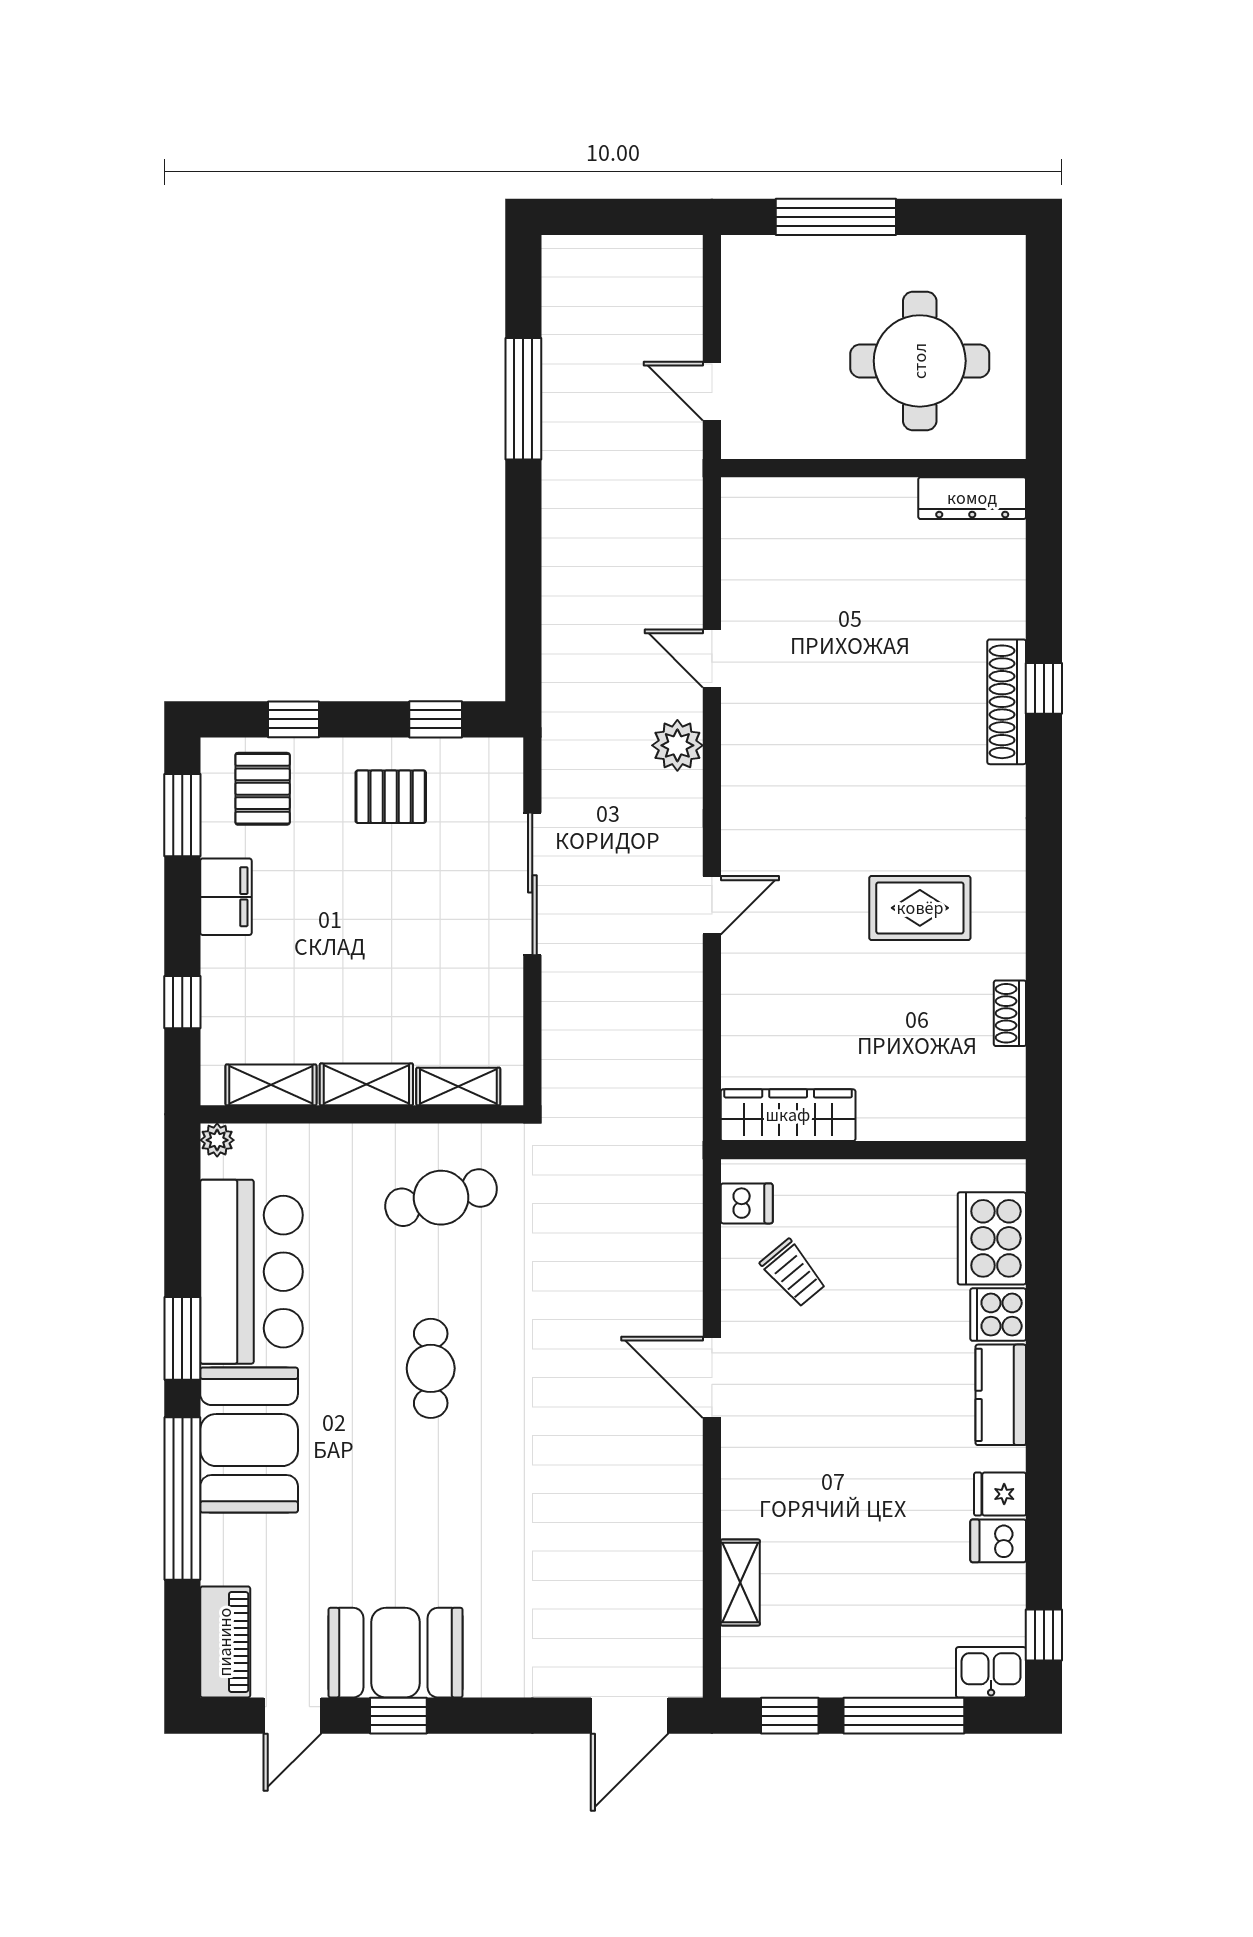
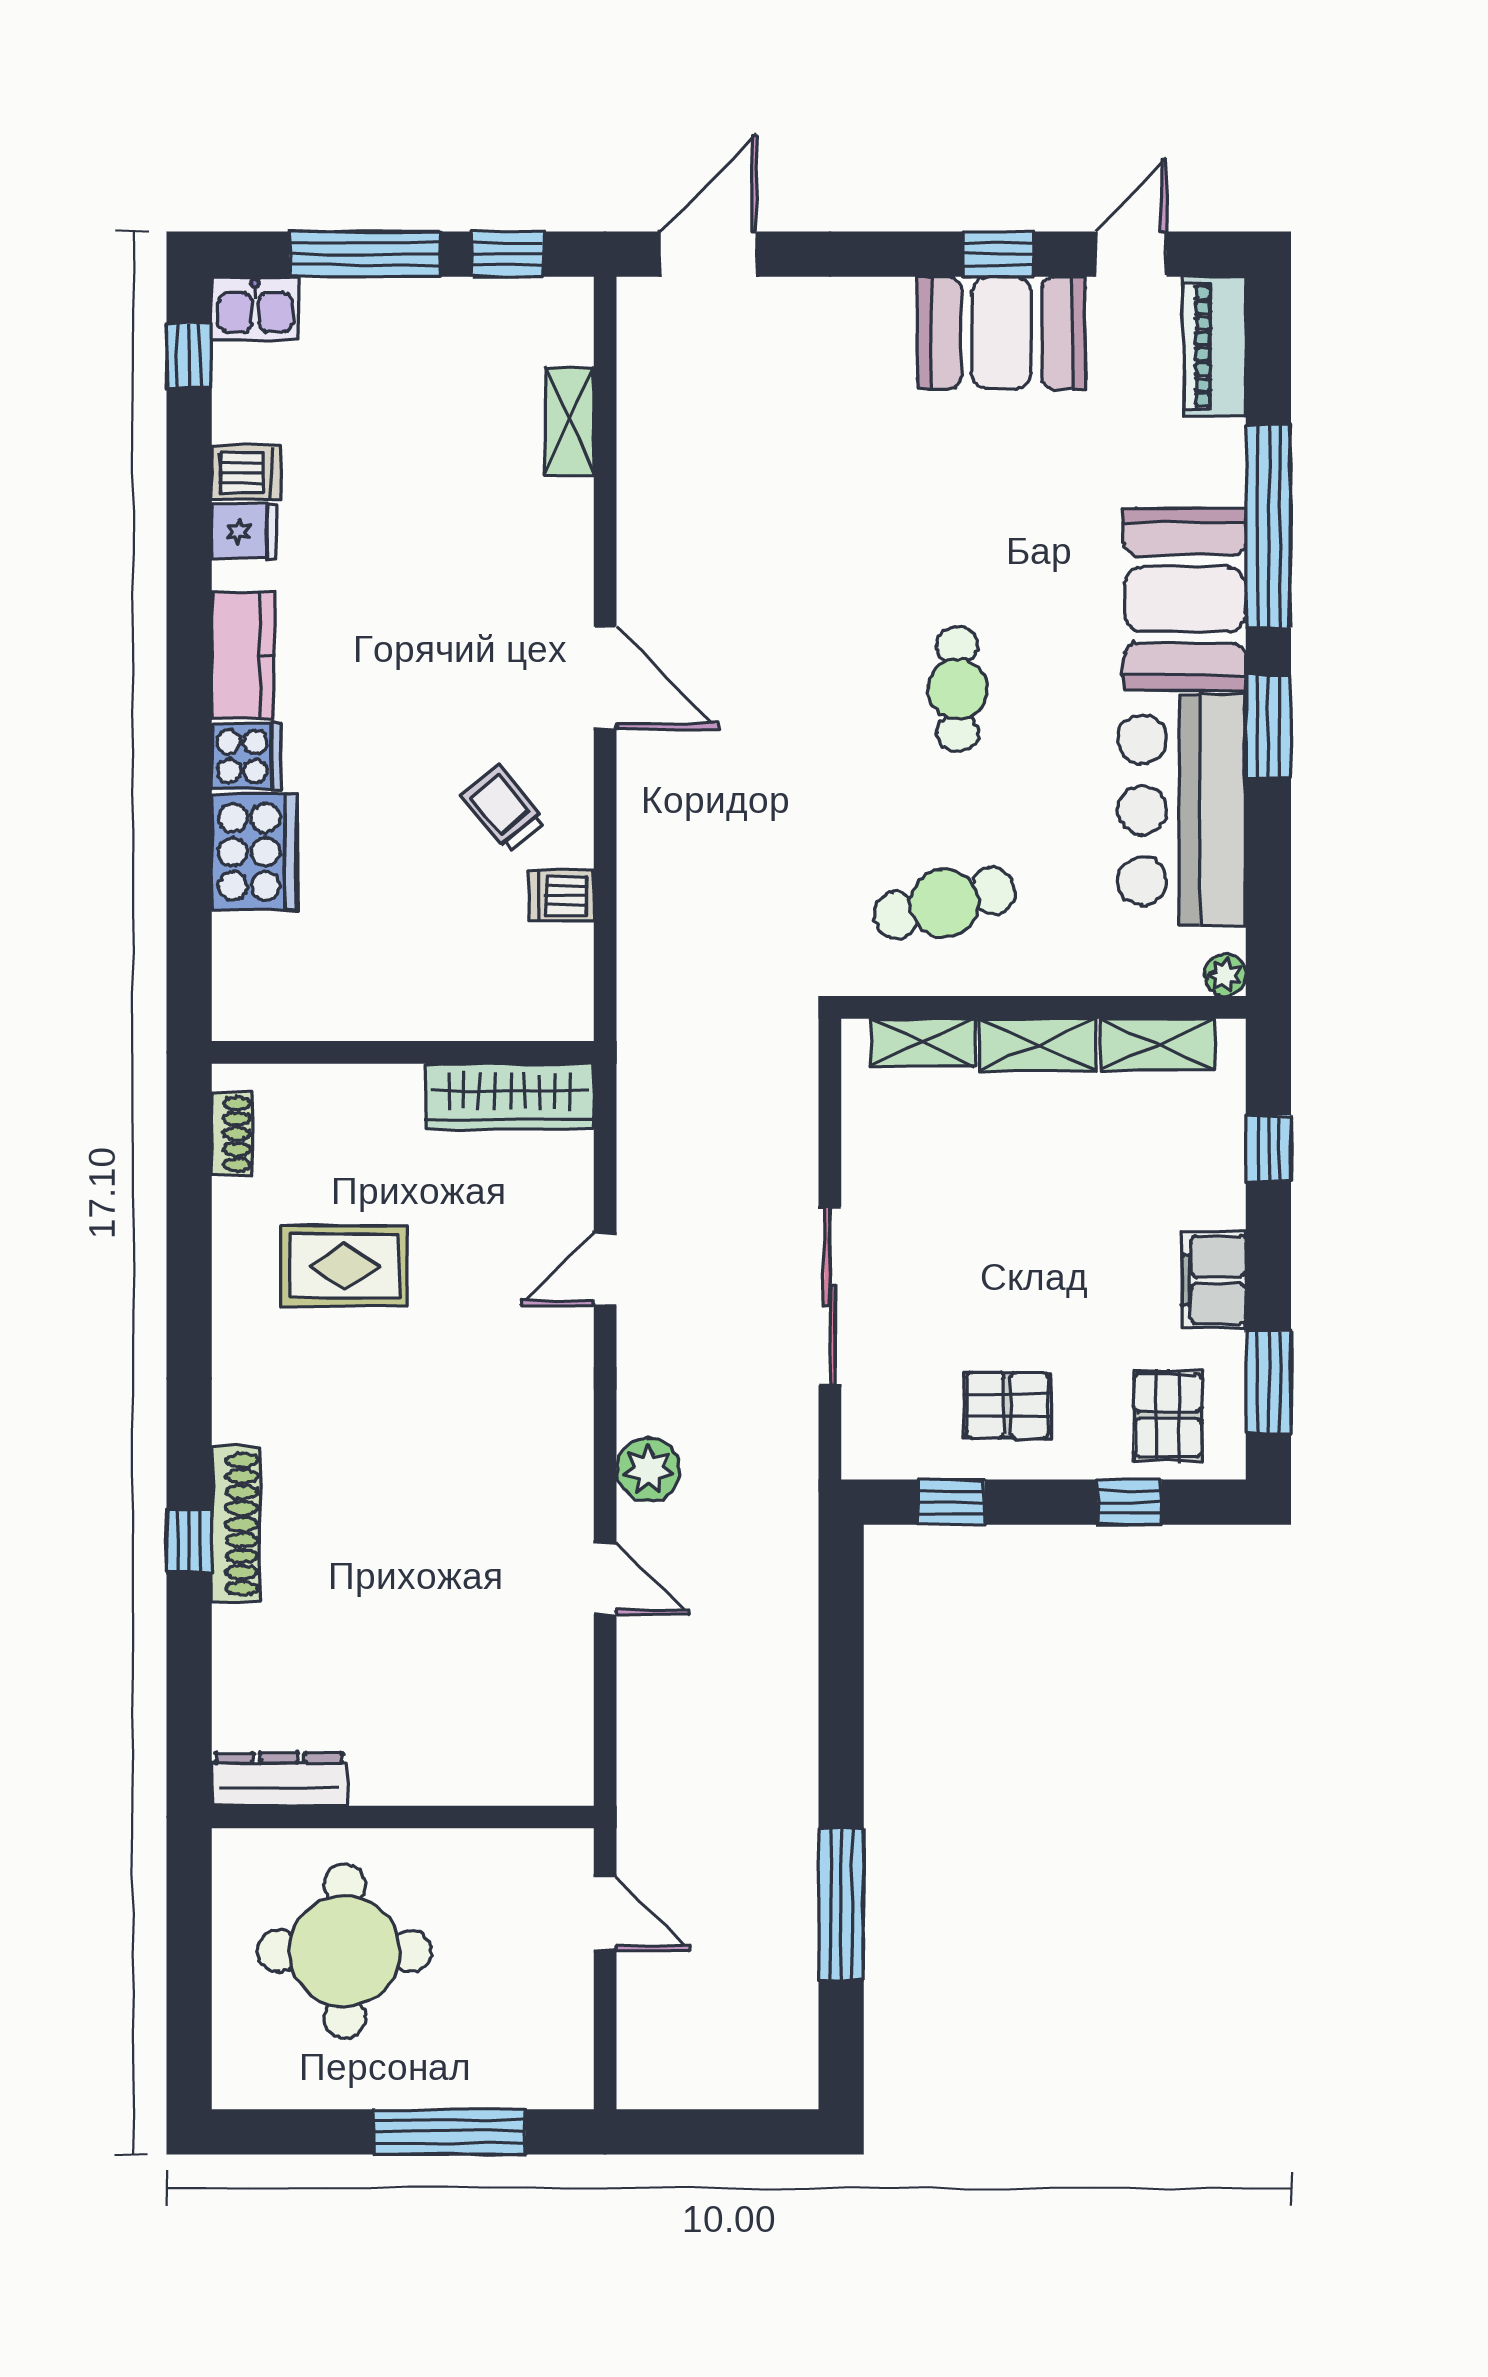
wardrobe: (788, 1115) -> (510, 1096), moved
wall: (873, 1150) -> (403, 1052), moved

